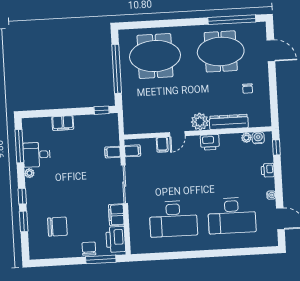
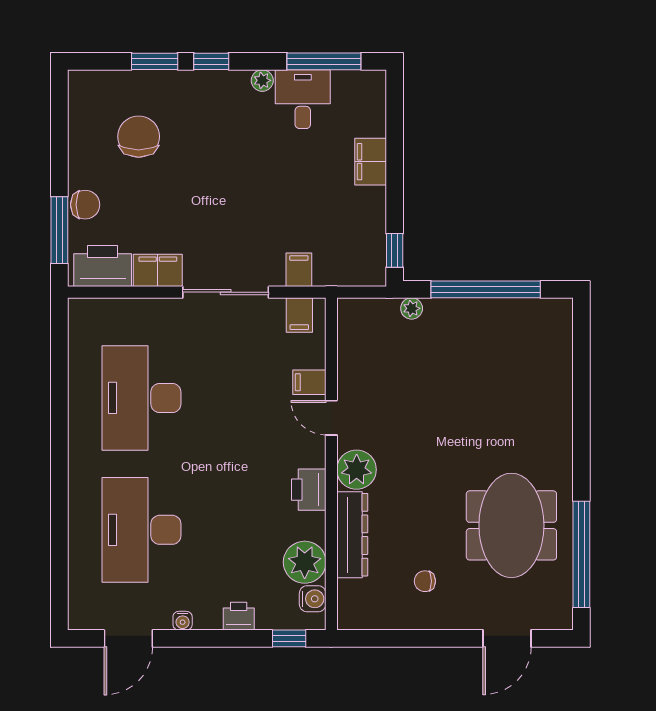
meeting table: (155, 56) -> (509, 377), removed
plant: (127, 101) -> (412, 308), added
plant: (246, 138) -> (305, 562), width x1.88, depth x1.88
chair: (57, 227) -> (139, 137), turned 180

